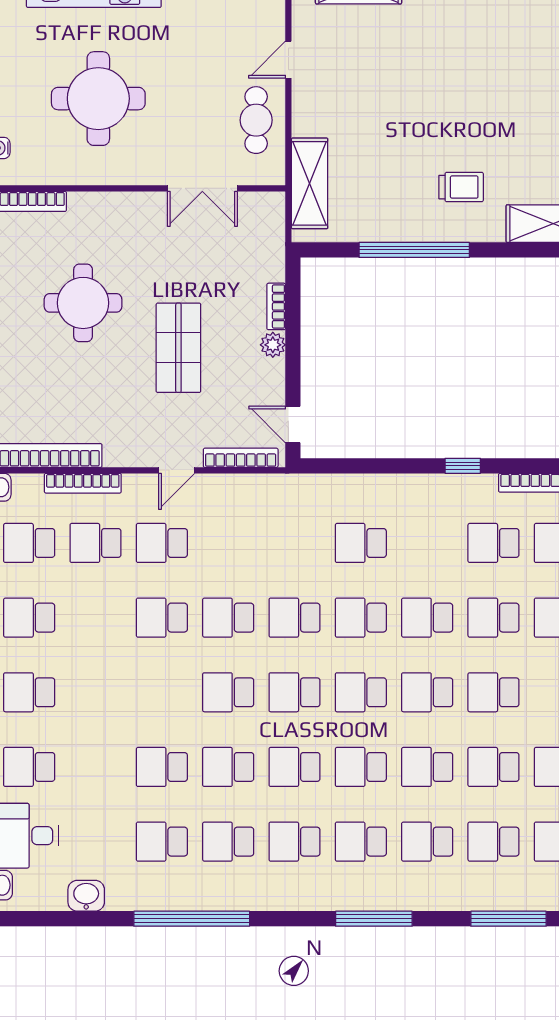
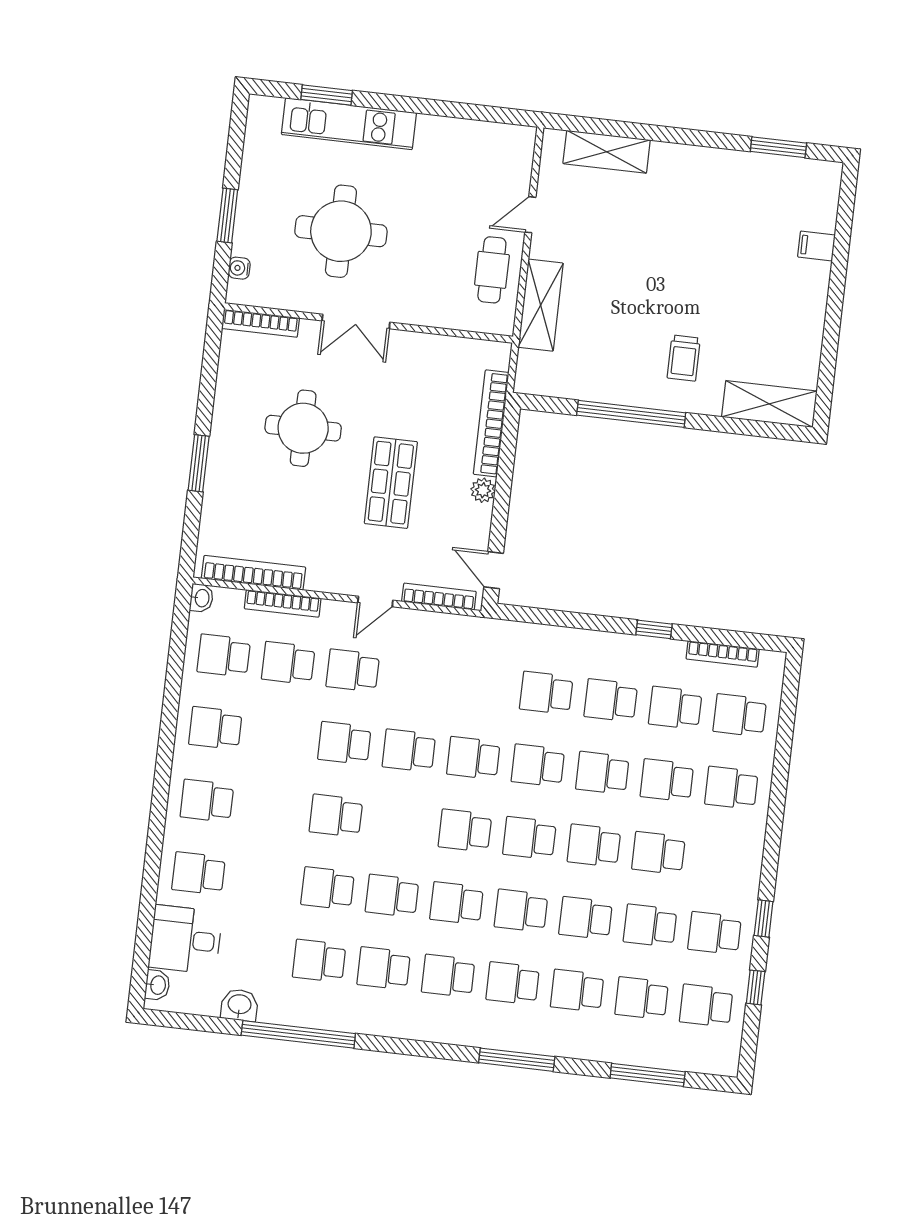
shelving: (310, 183) -> (541, 305), moved
trolley: (461, 187) -> (684, 358), turned 90
double door: (202, 188) -> (356, 322), moved
bookcase: (276, 306) -> (491, 423), width x2.31, depth x1.31
school desk: (427, 543) -> (611, 700), added
school desk: (228, 692) -> (336, 816), moved
window: (192, 919) -> (298, 1034), moved

